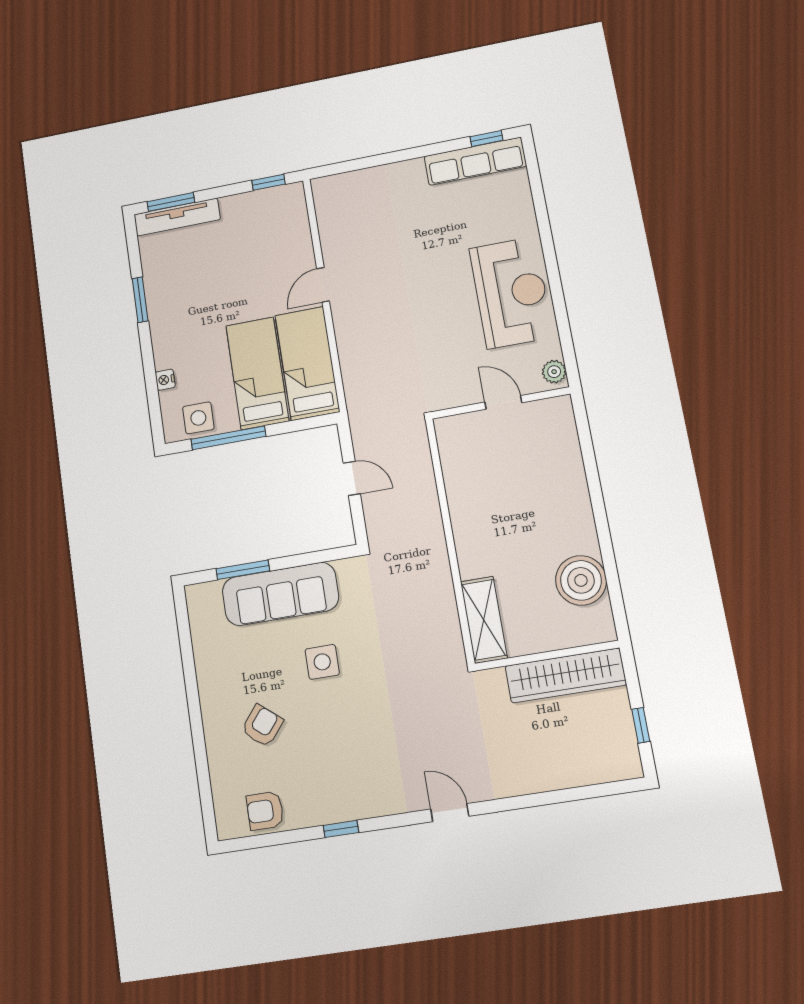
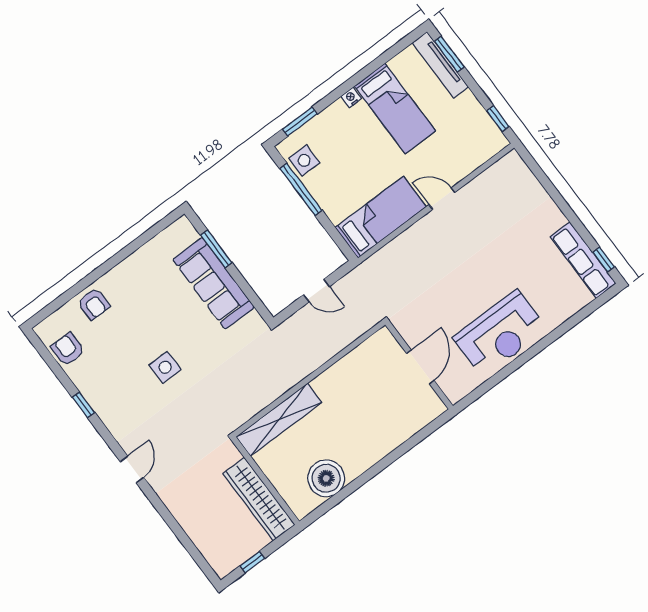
window: (140, 300) -> (300, 122), moved
plant: (554, 372) -> (459, 390), removed
bed: (257, 373) -> (395, 108), moved, turned 90
nightstand: (165, 380) -> (351, 98), moved
door: (503, 402) -> (420, 367), width x1.38
door: (352, 478) -> (317, 291), hinge flipped
shelving: (484, 620) -> (279, 420), width x1.47
side table: (322, 662) -> (165, 367), moved
armchair: (262, 726) -> (94, 304), moved, turned 51

